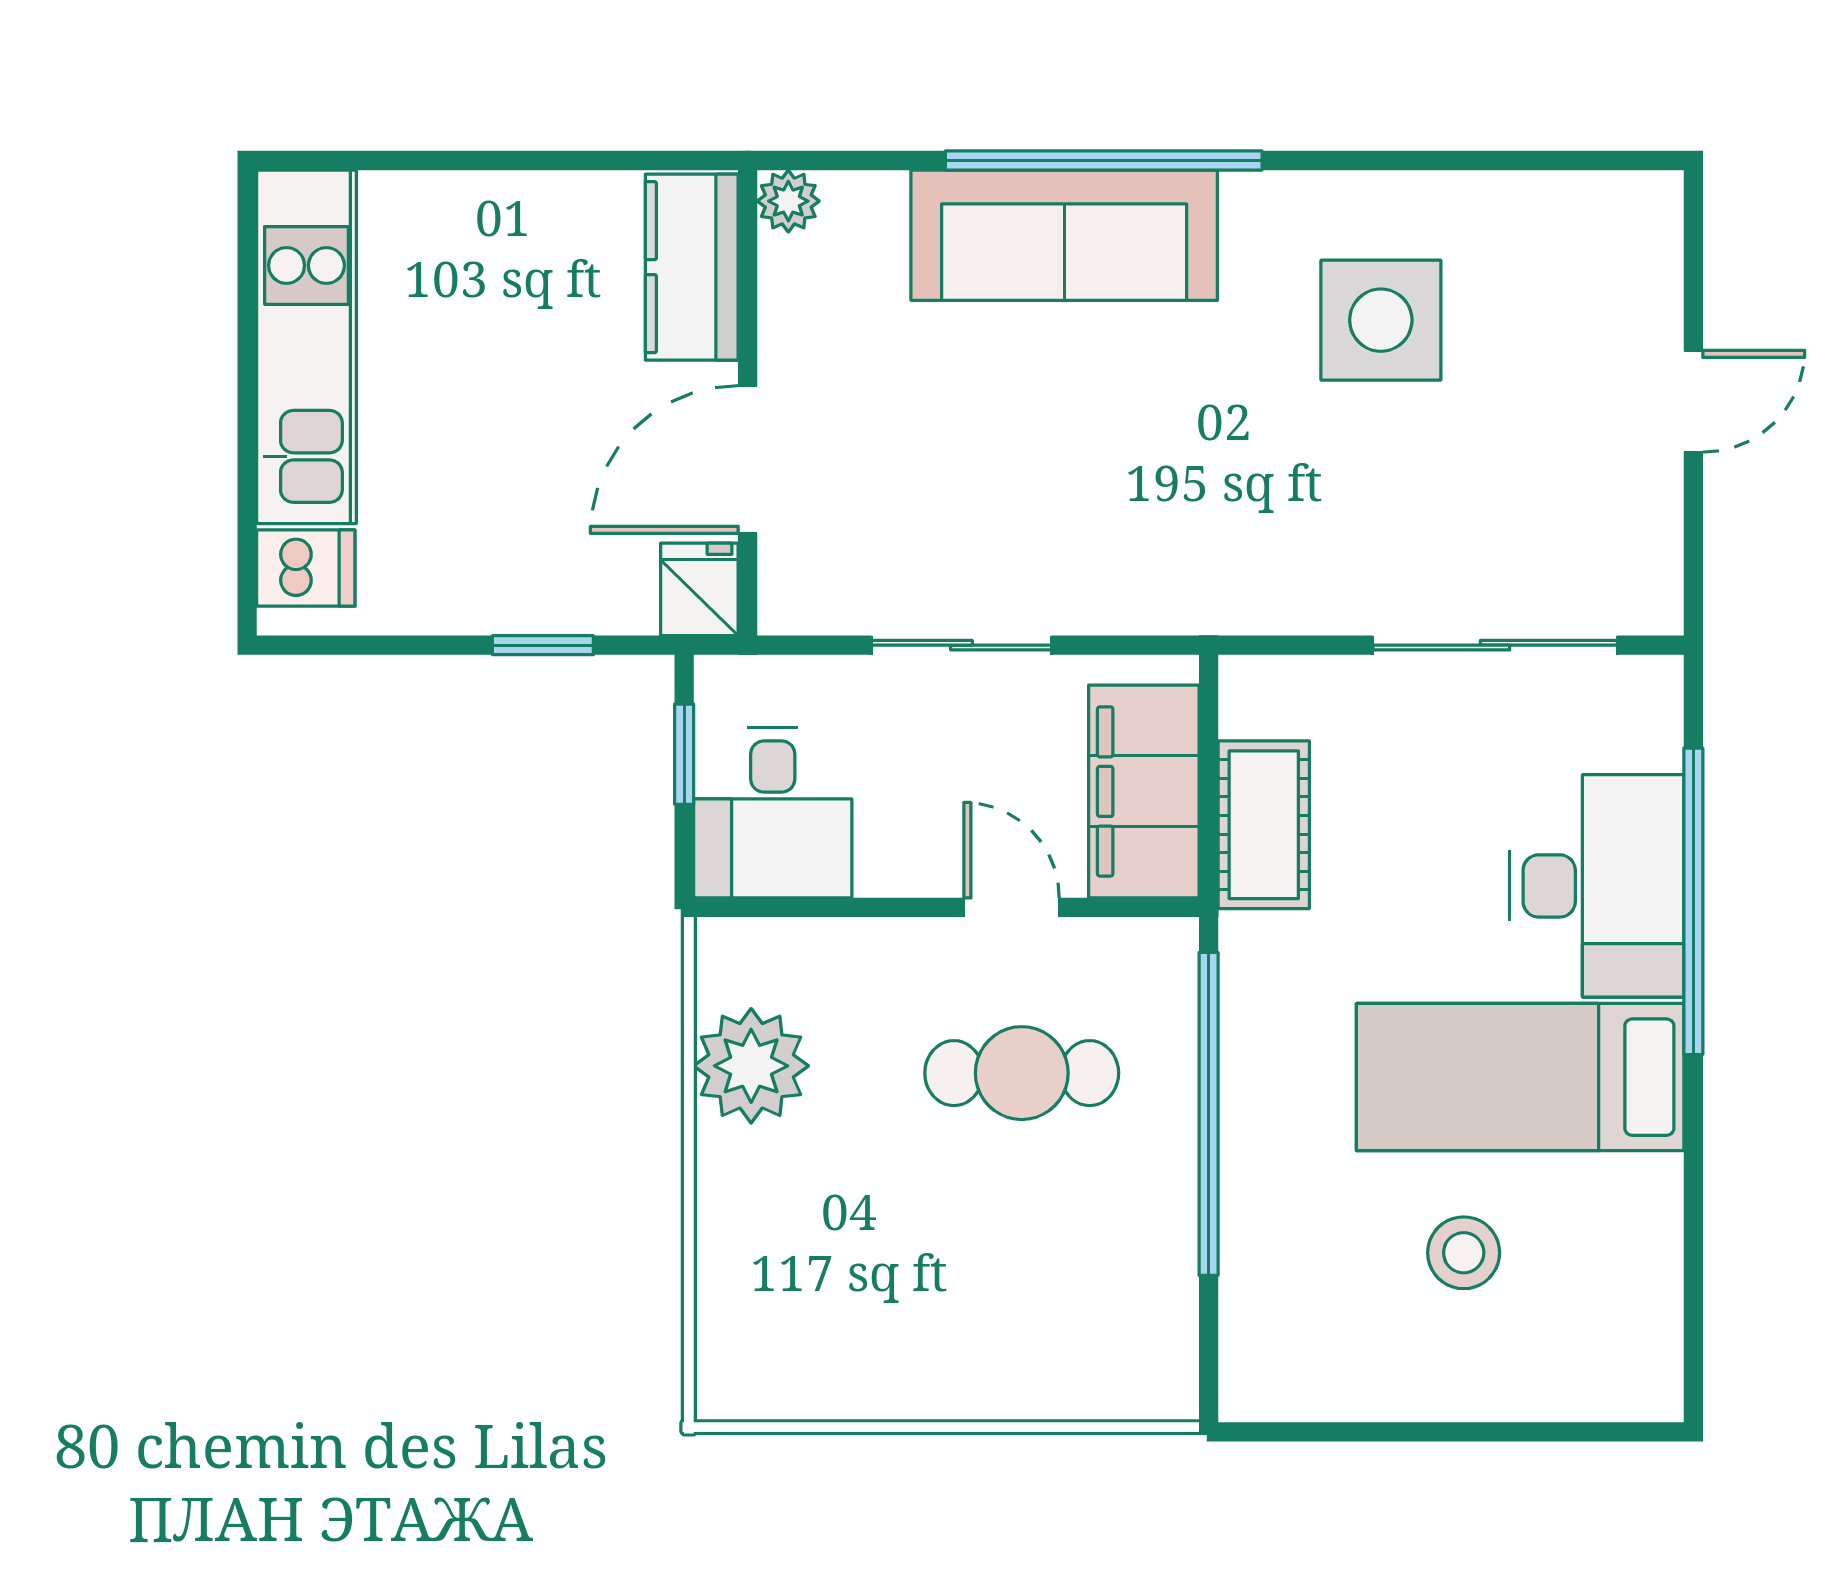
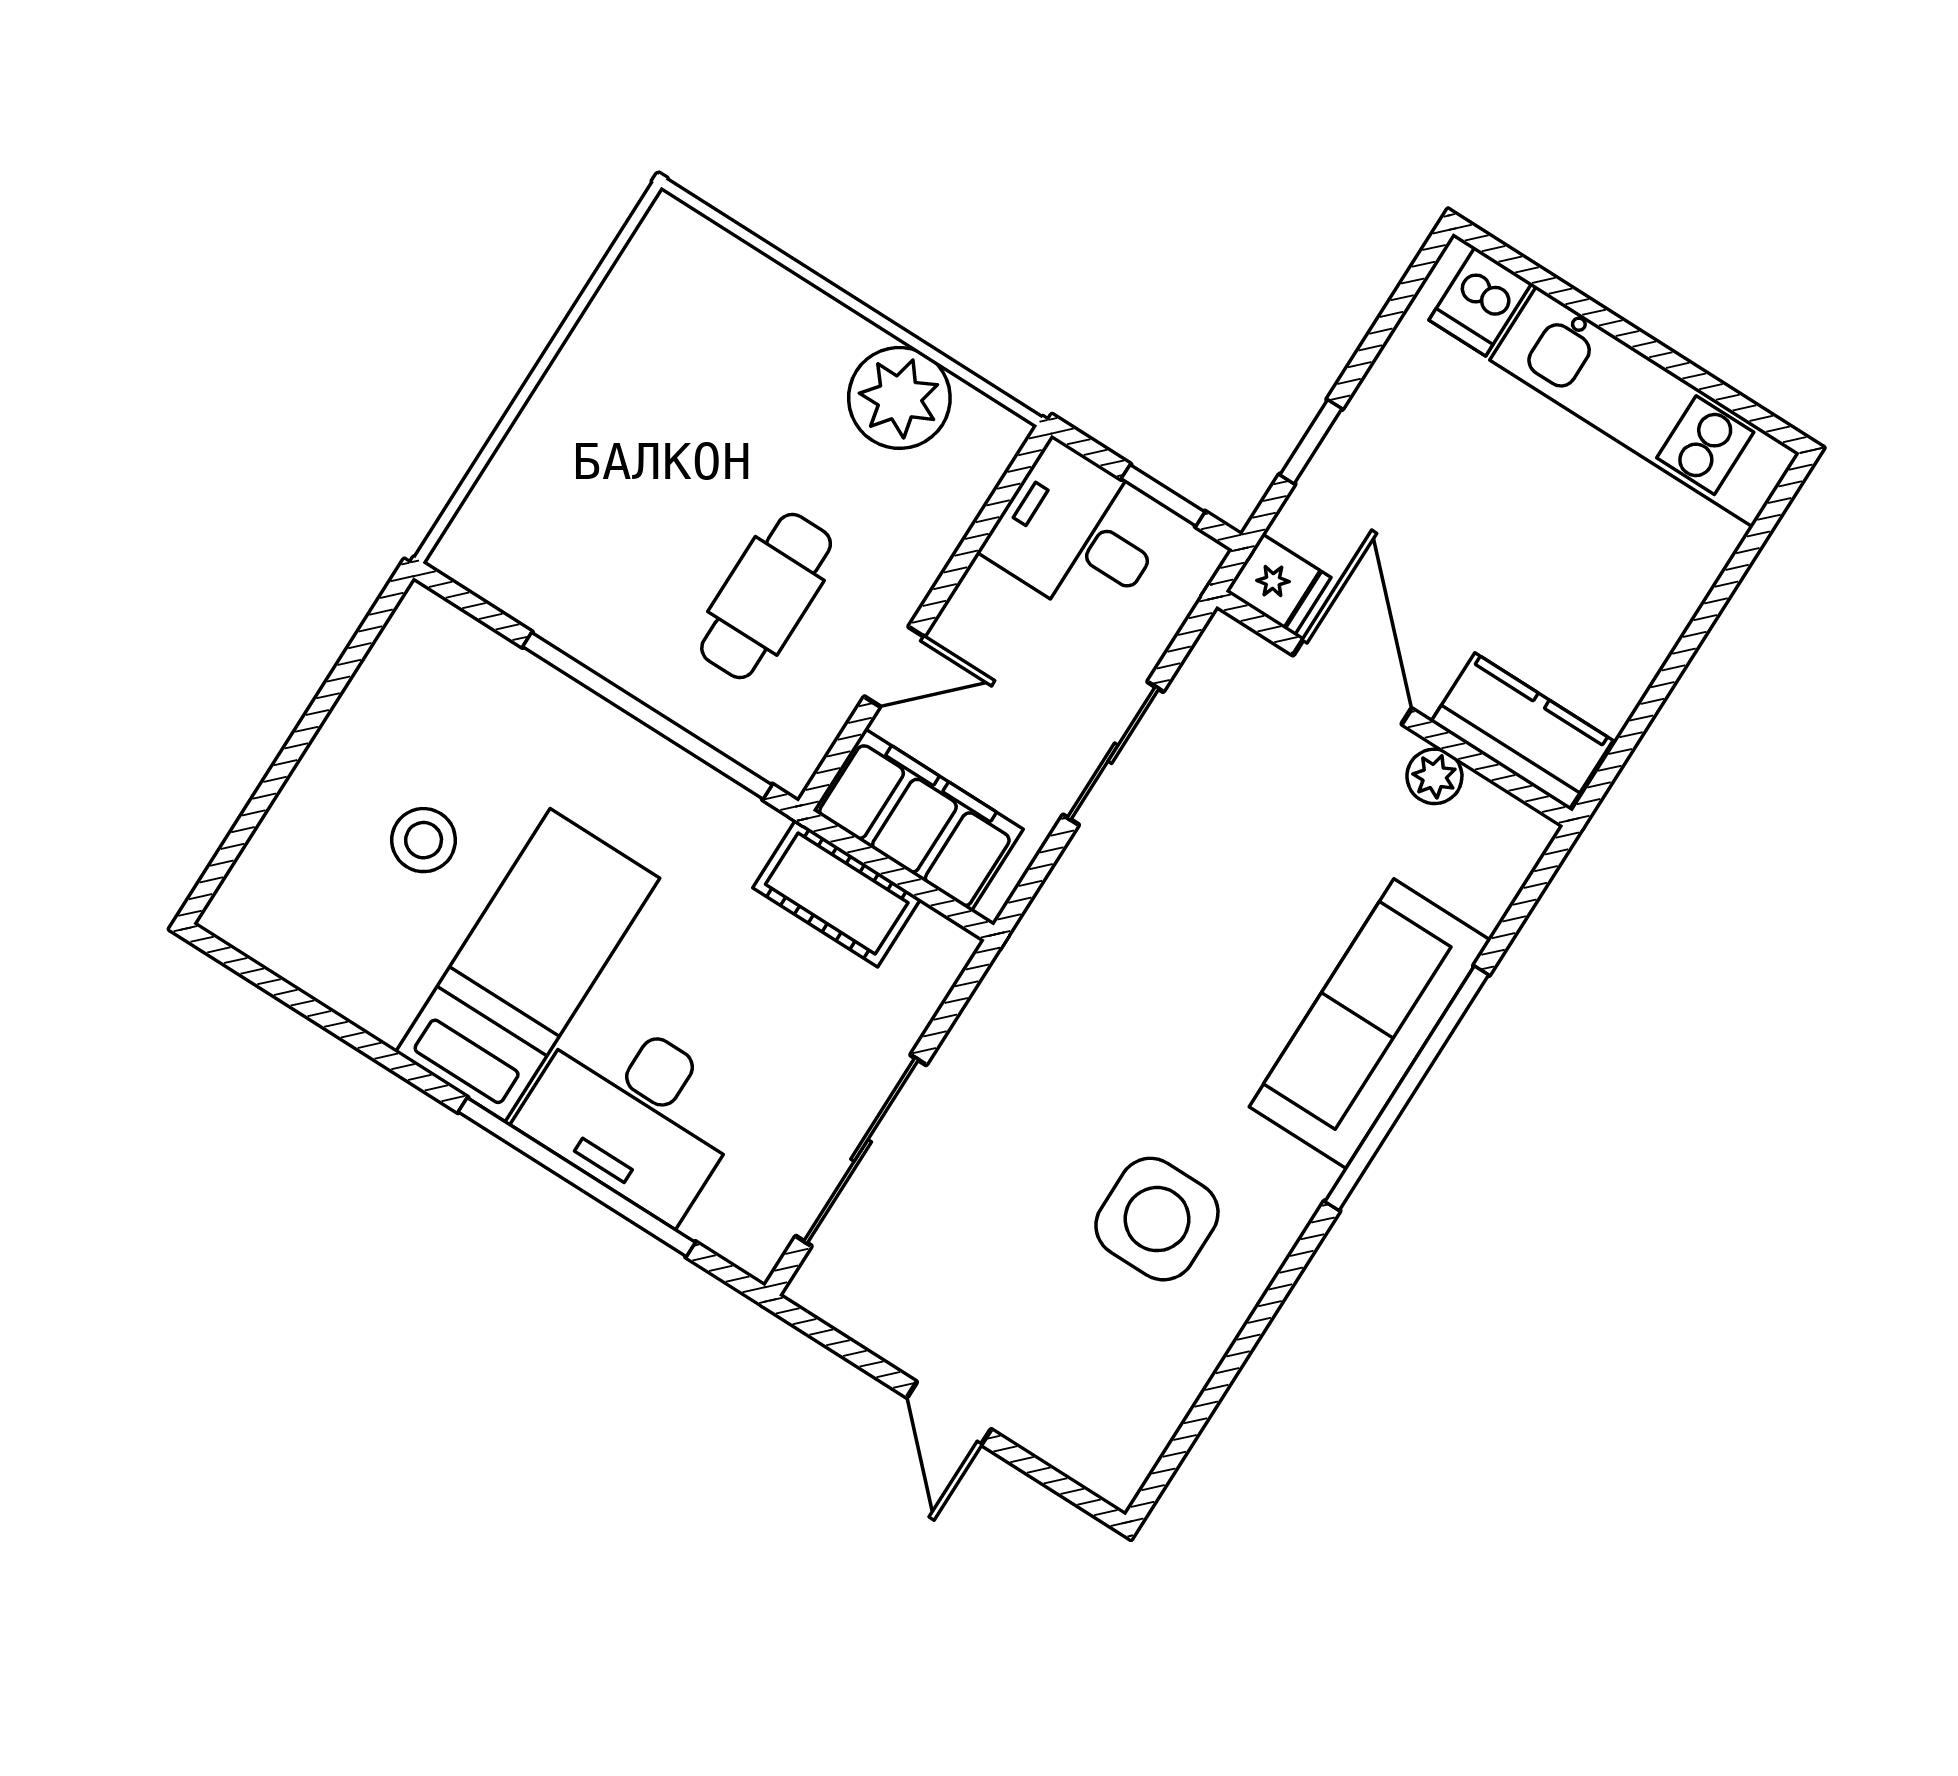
plant: (788, 201) -> (1434, 776), moved

